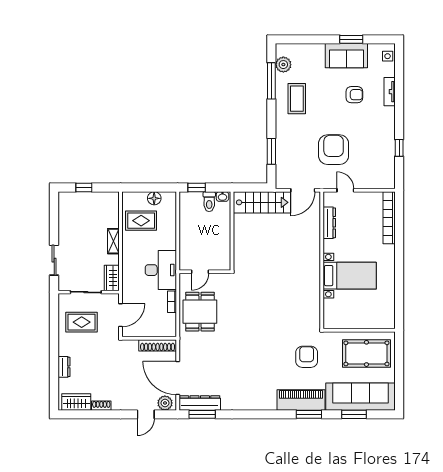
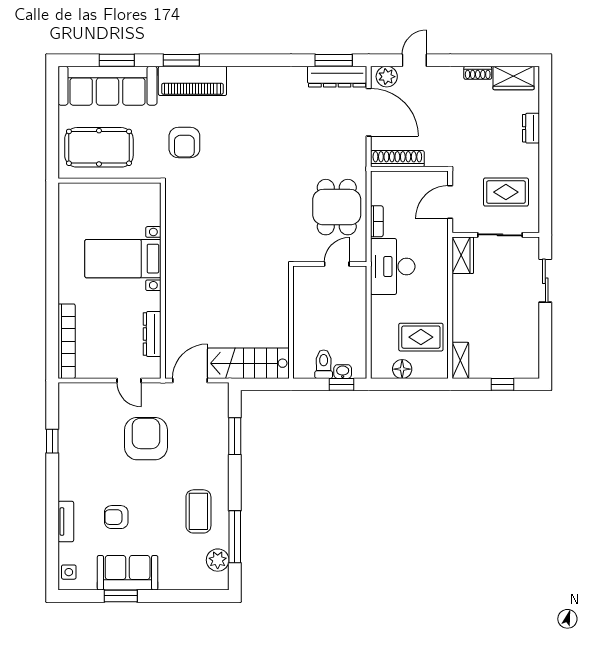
armchair: (334, 150) -> (146, 439), turned 180
washbasin: (222, 197) -> (343, 372), moved
shelving: (113, 241) -> (460, 360), moved

